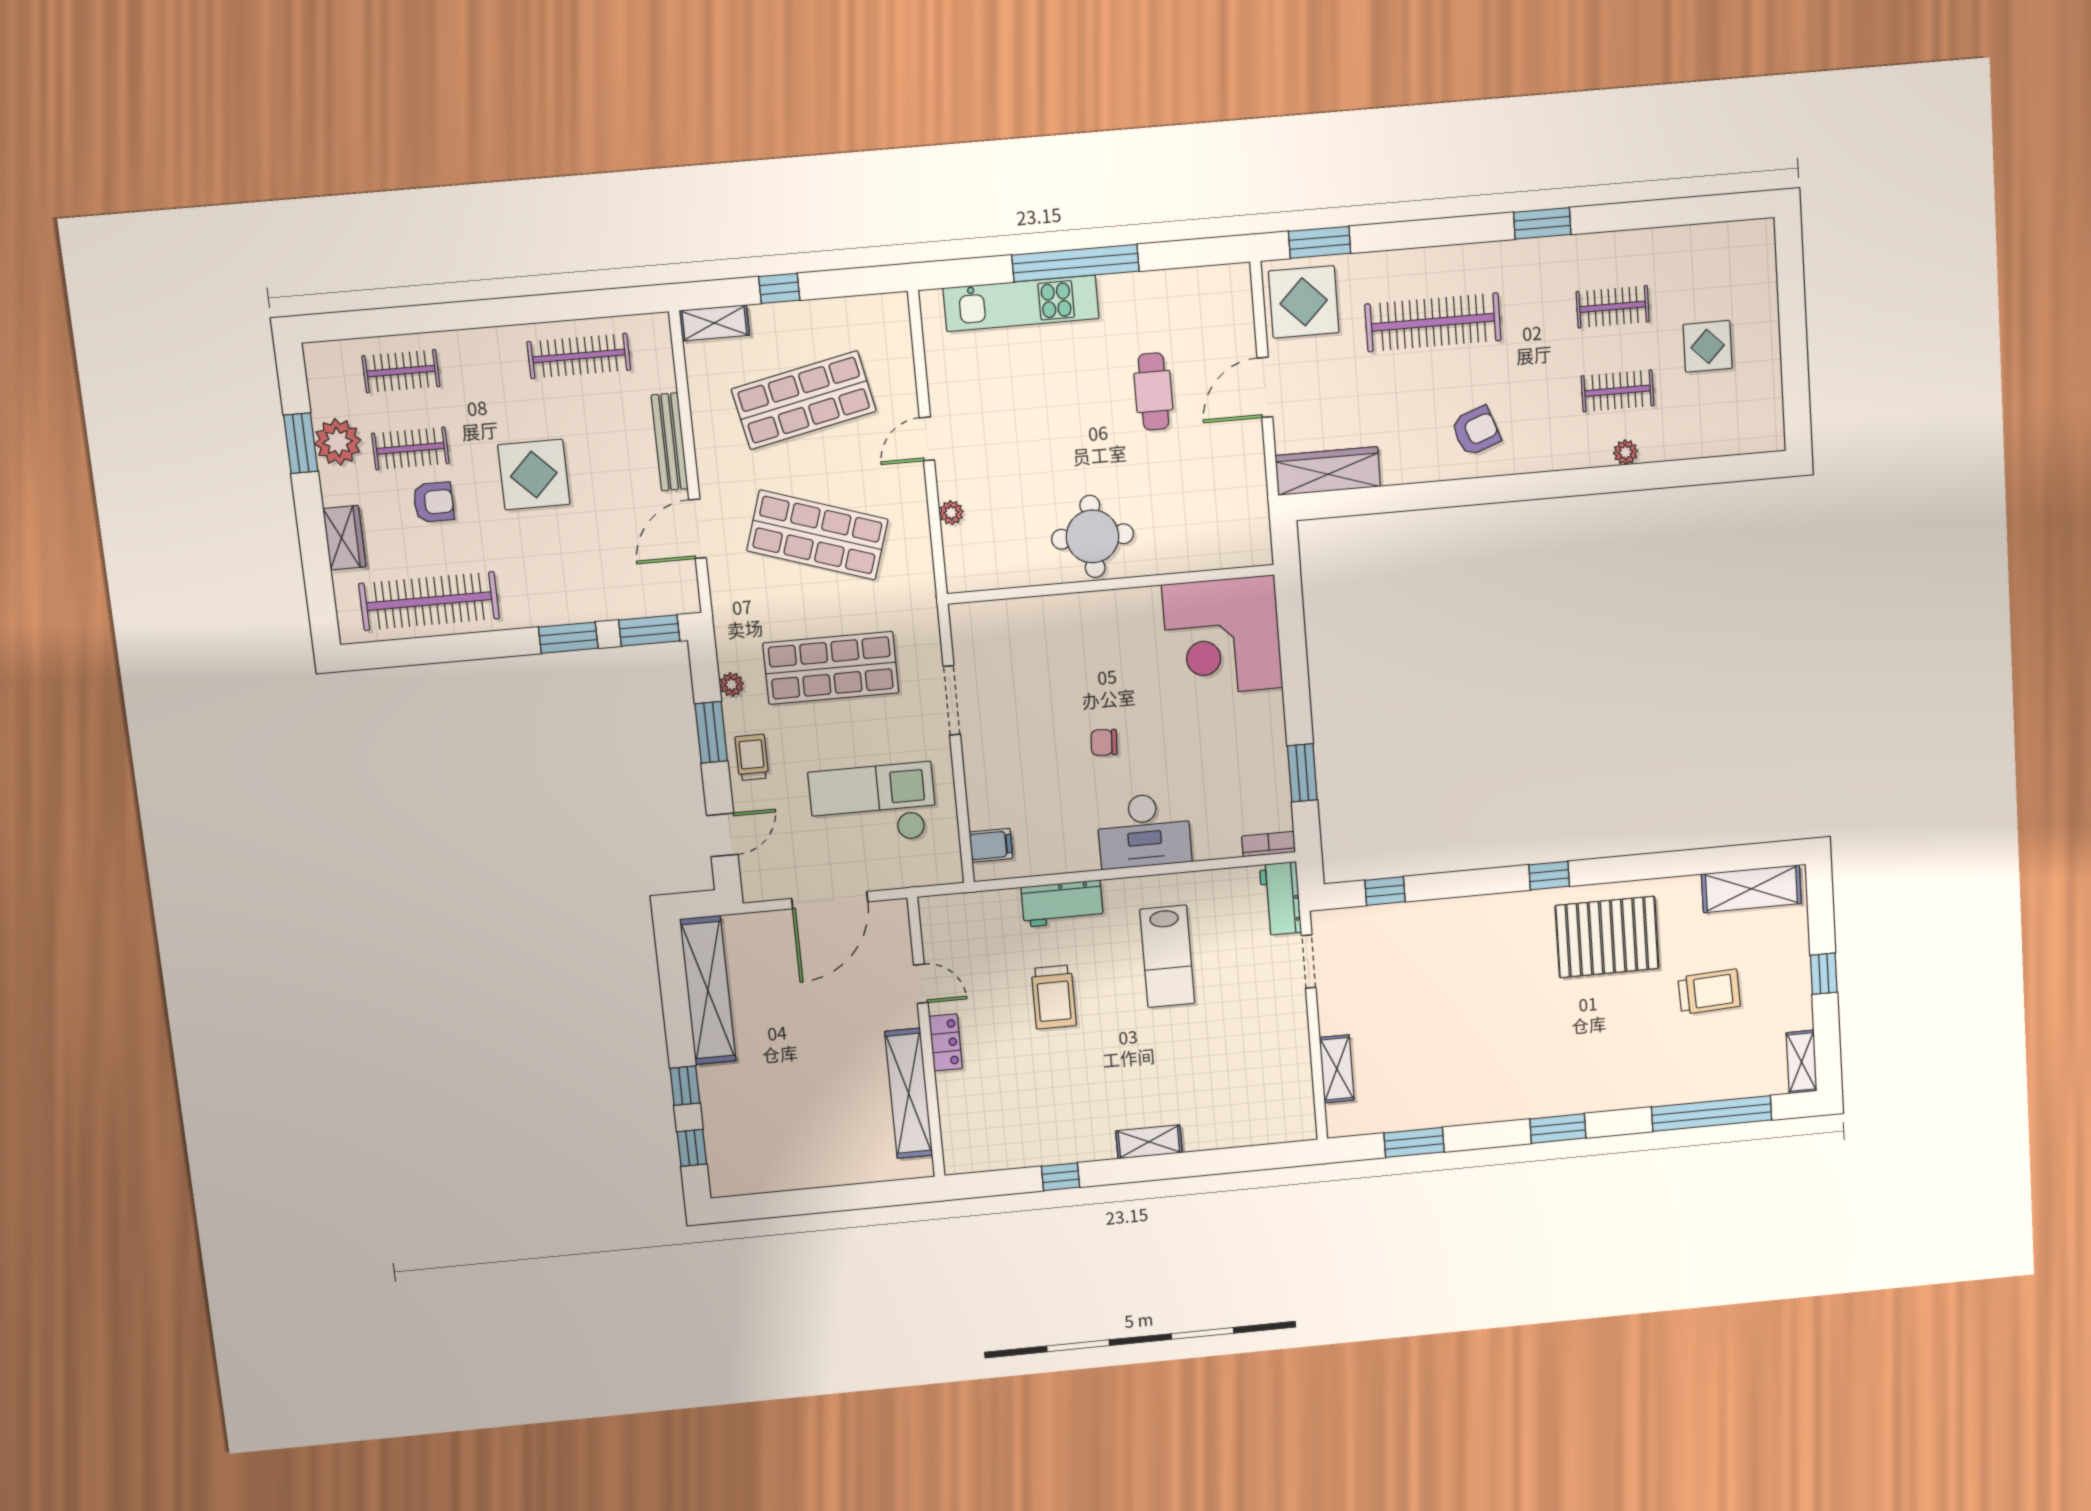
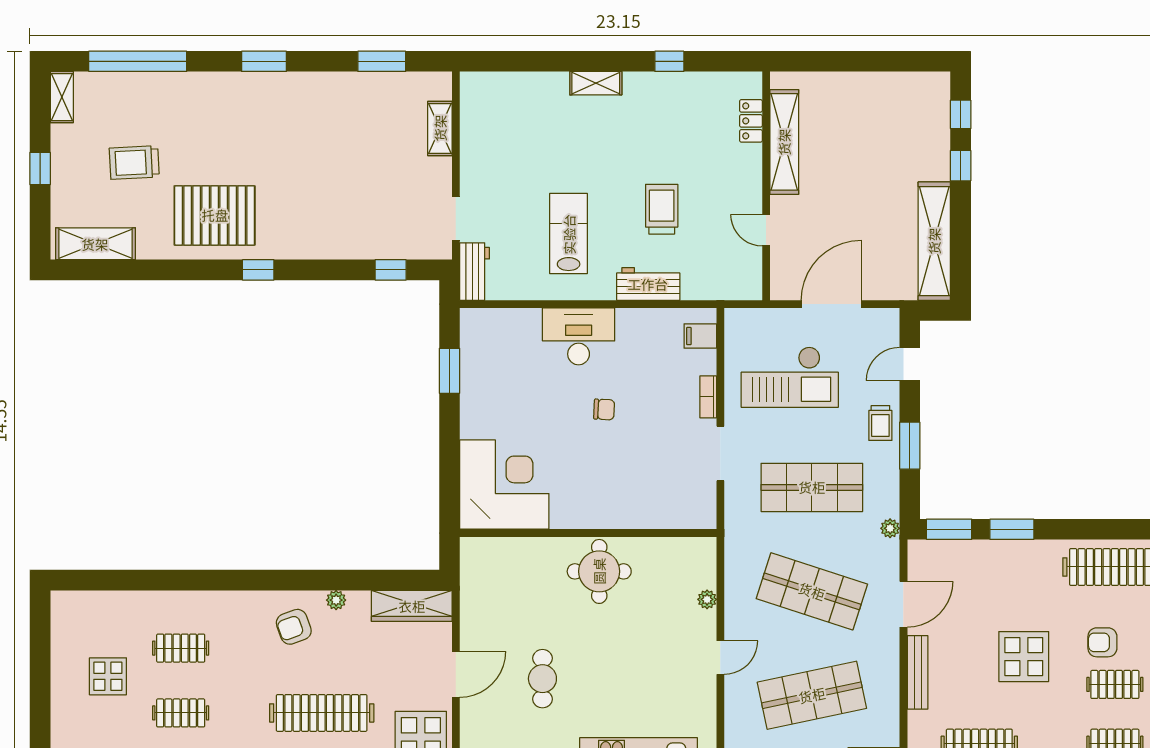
plant: (1626, 452) -> (336, 600), moved
plant: (732, 684) -> (890, 528), moved
bookcase: (1269, 844) -> (708, 397), moved, turned 90
locker: (946, 1042) -> (751, 121), moved

